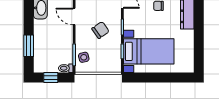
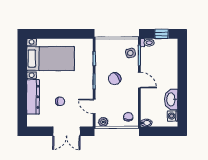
door: (74, 17) -> (139, 80), moved
window: (29, 46) -> (182, 64), removed
bed with nightstands: (149, 51) -> (51, 59), moved, turned 180

